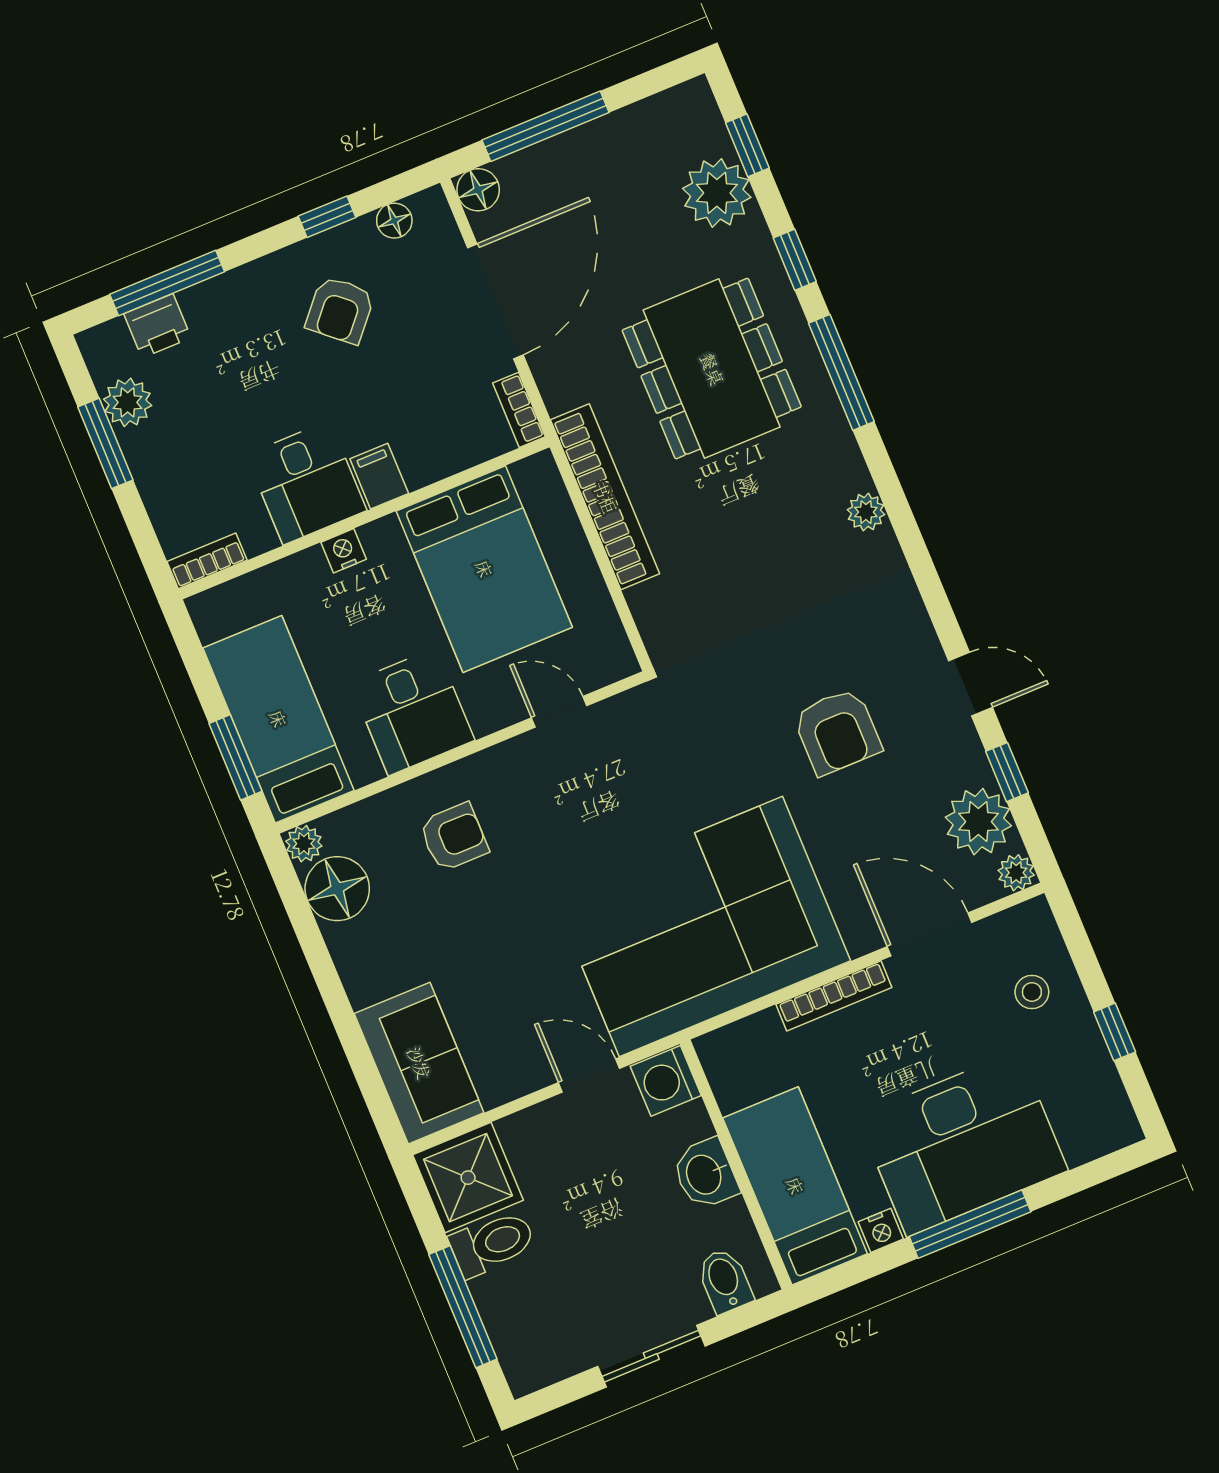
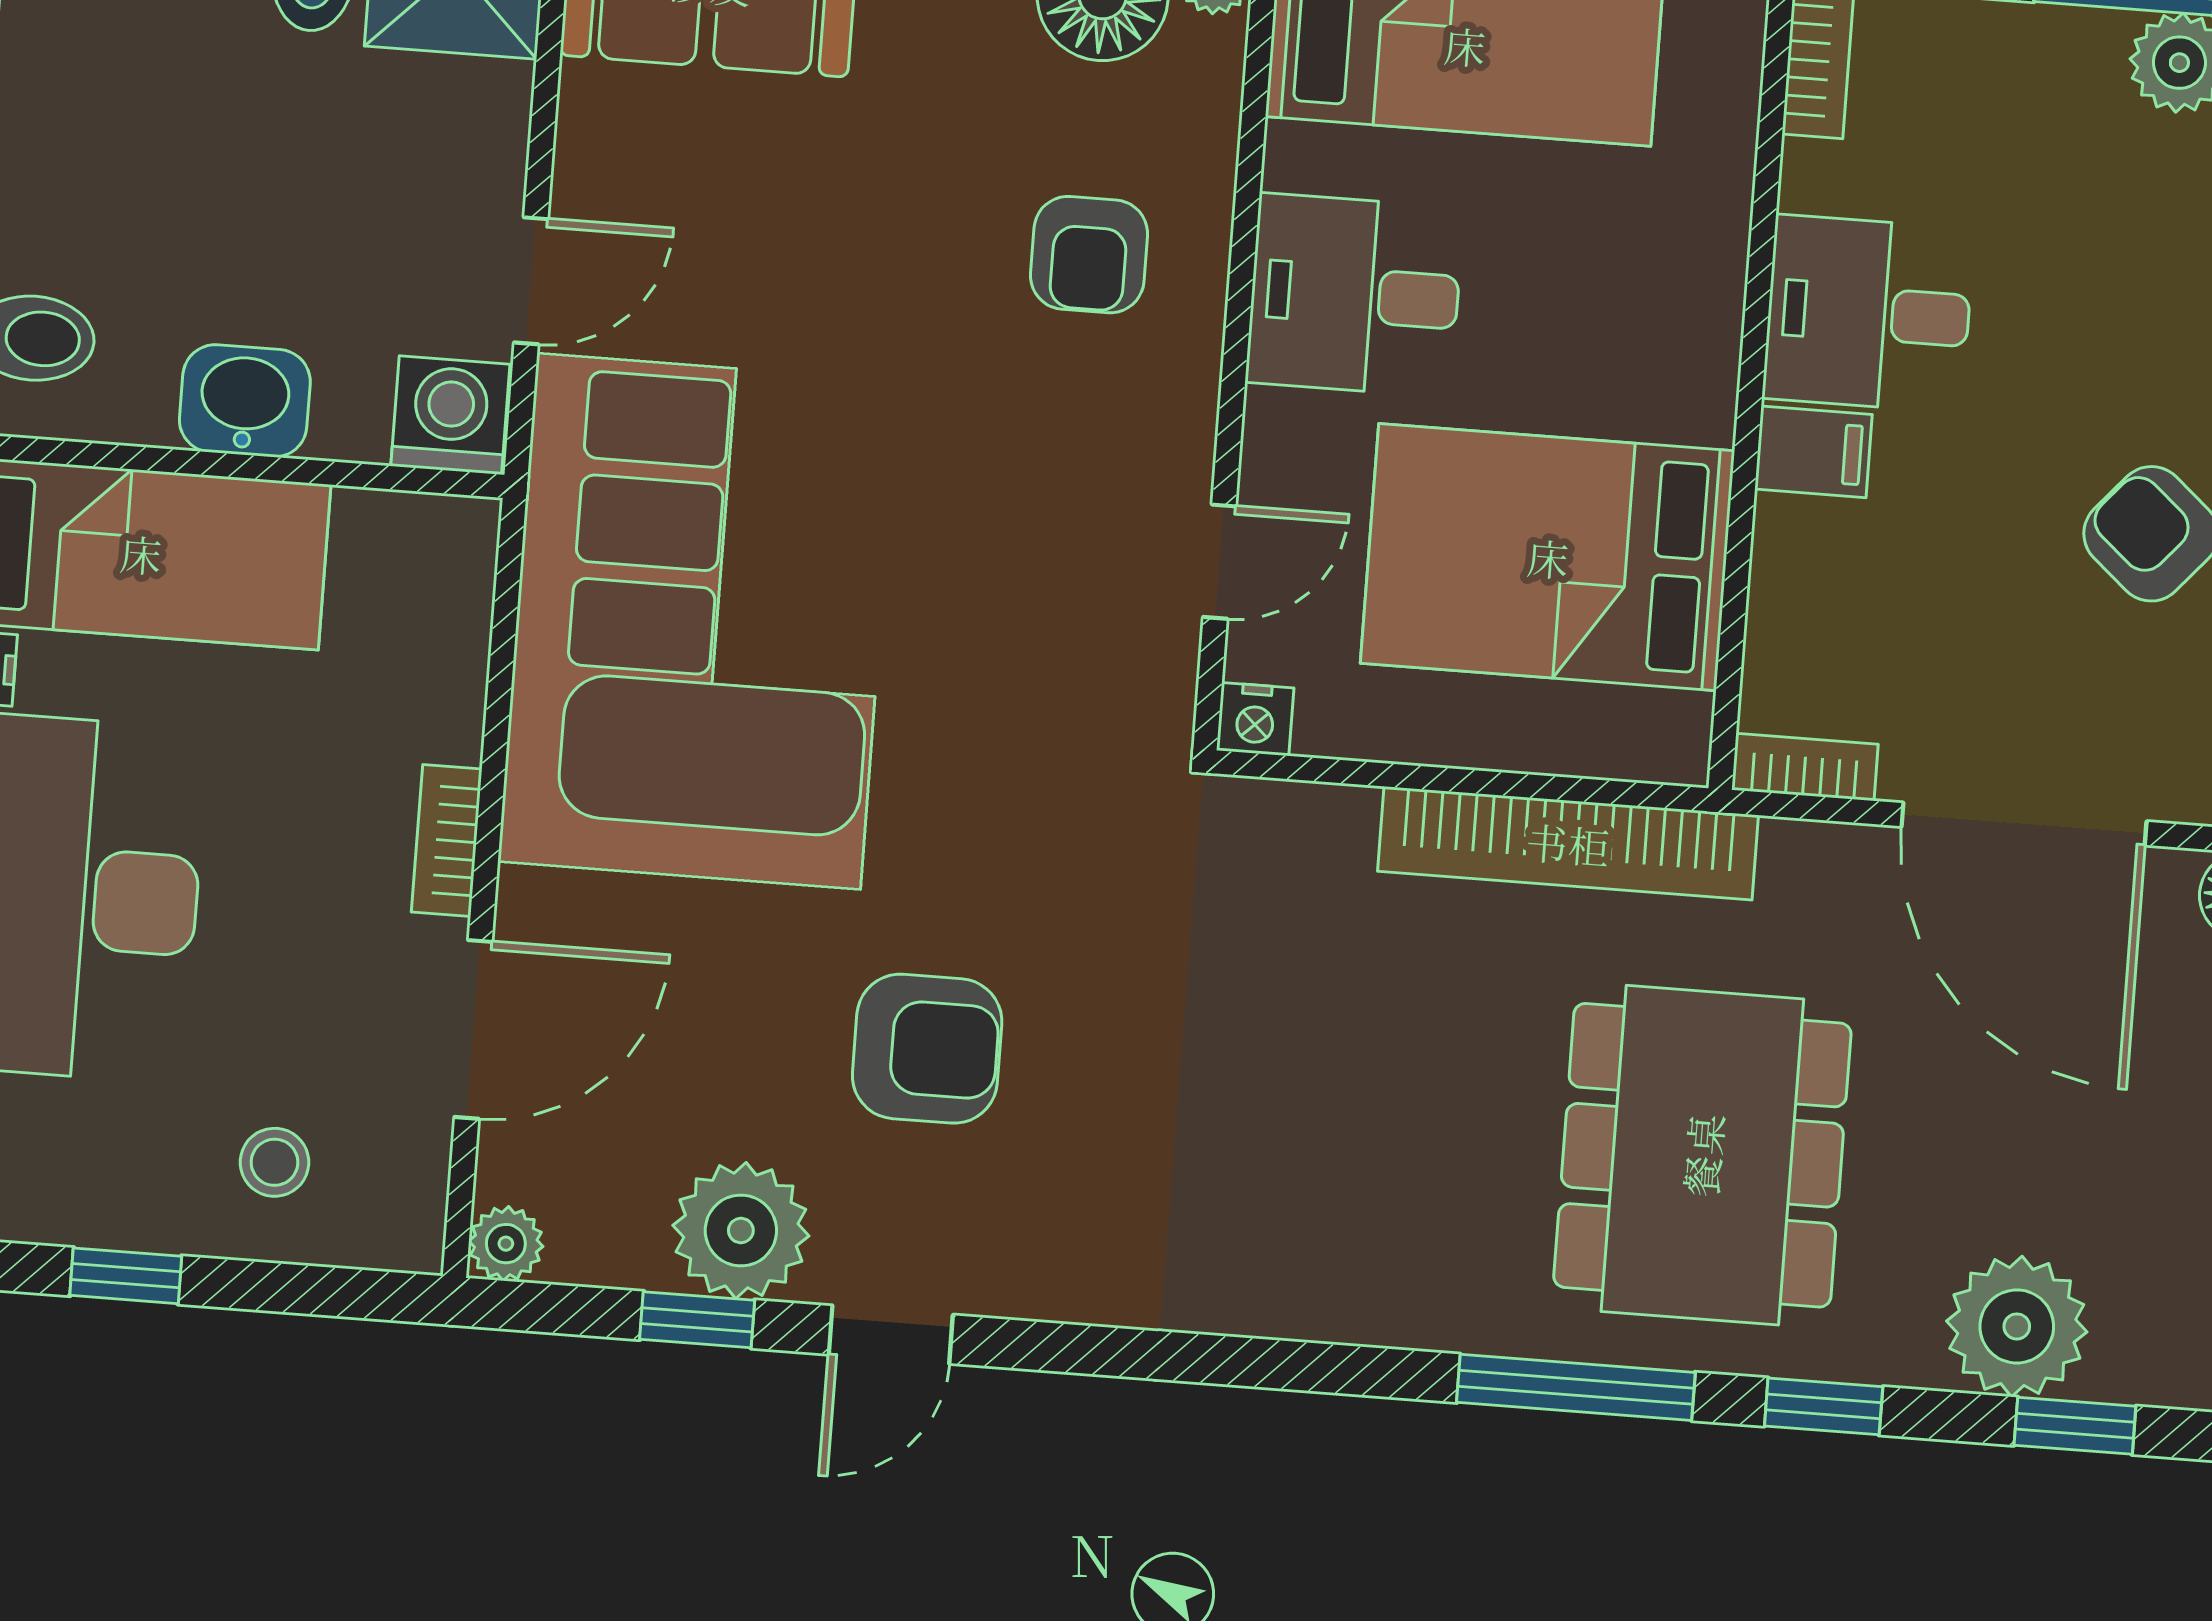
dining table: (712, 369) -> (1702, 1155), turned 90
plant: (866, 512) -> (1300, 1303), removed
nightstand: (344, 551) -> (1255, 719), moved, turned 90
armchair: (837, 732) -> (927, 1049), turned 180
plant: (978, 822) -> (741, 1231), moved
bookcase: (834, 996) -> (447, 840), width x0.64

